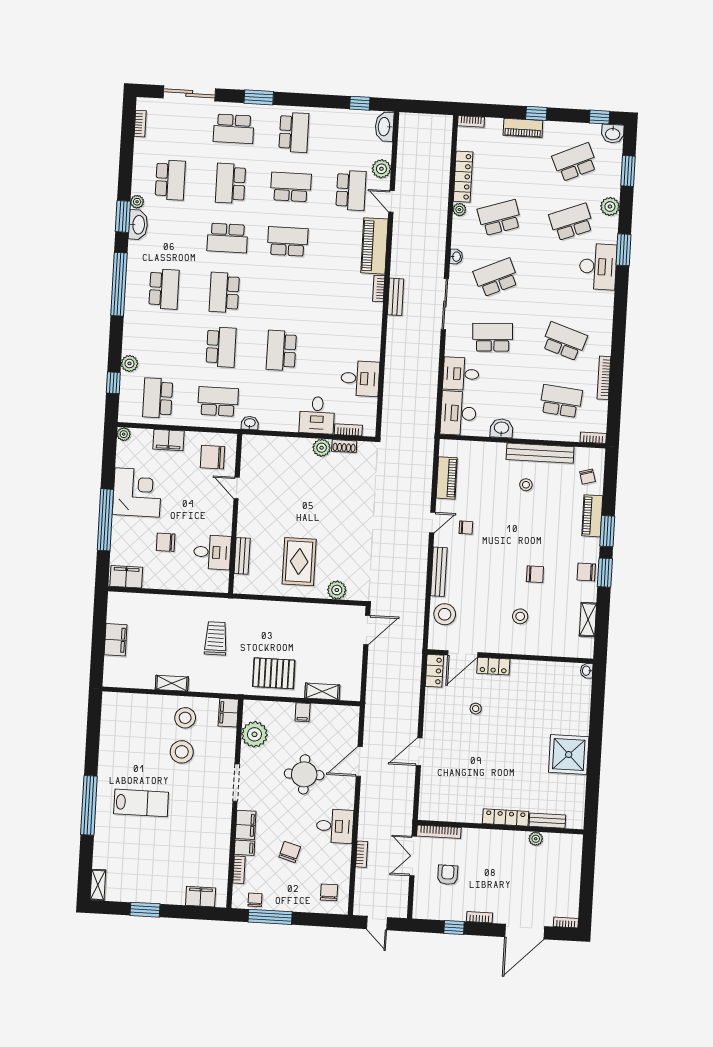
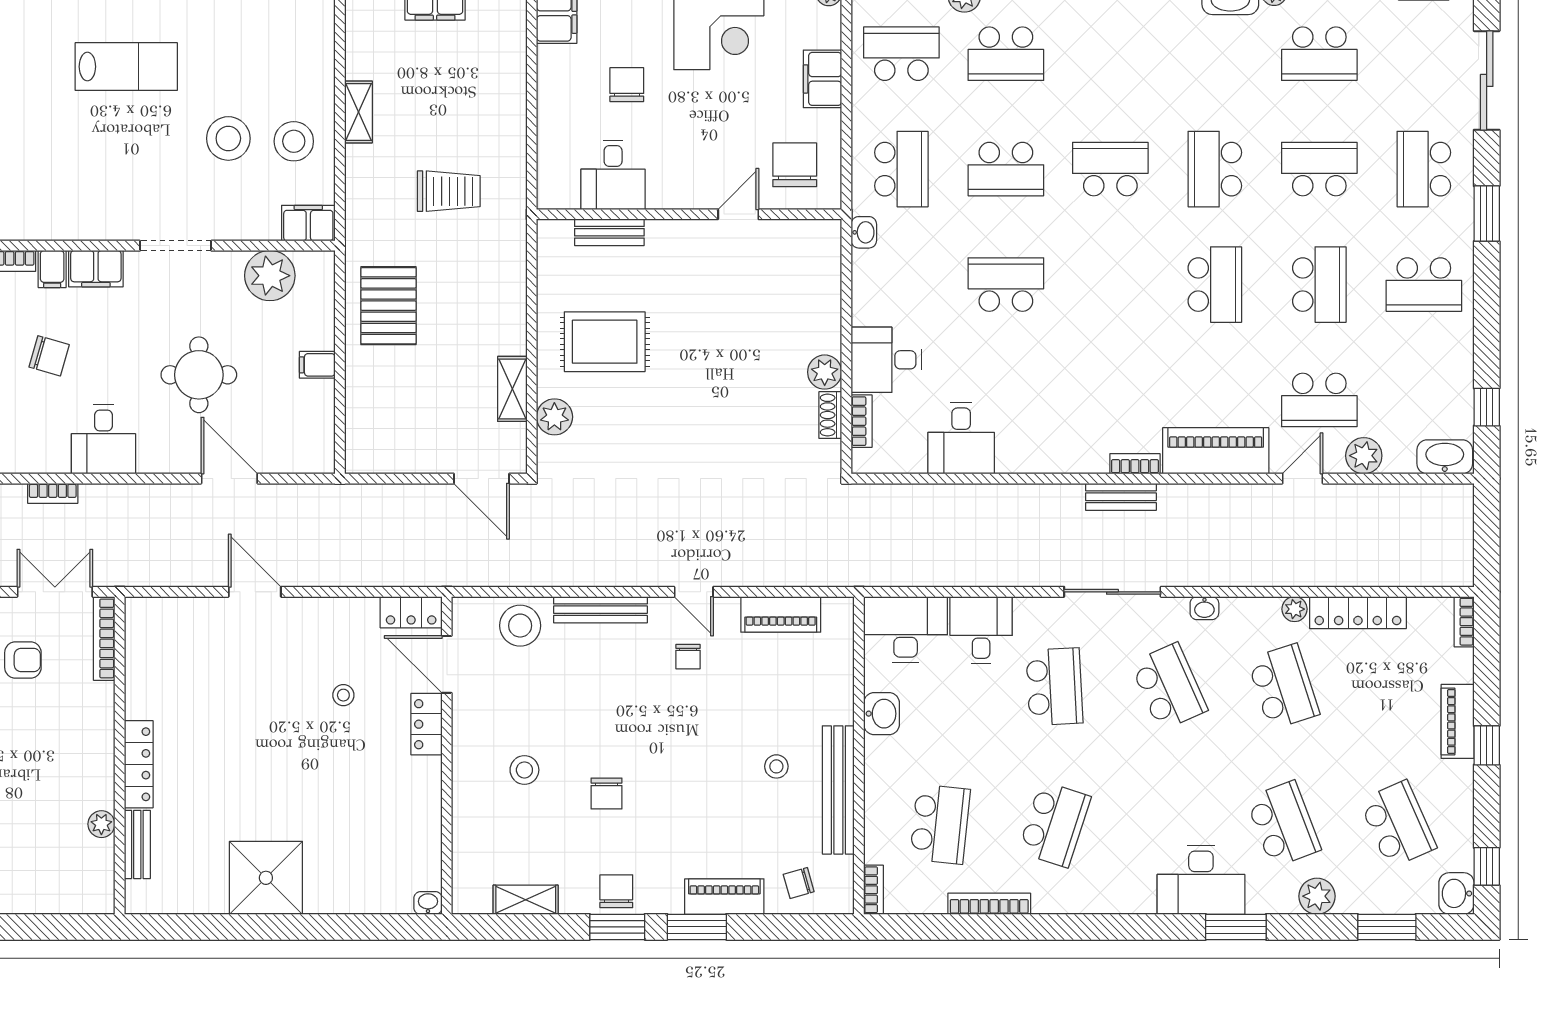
school desk: (164, 289) -> (1006, 54), moved
shelving: (322, 691) -> (512, 389), moved
lab bench: (141, 803) -> (126, 67), turned -90

